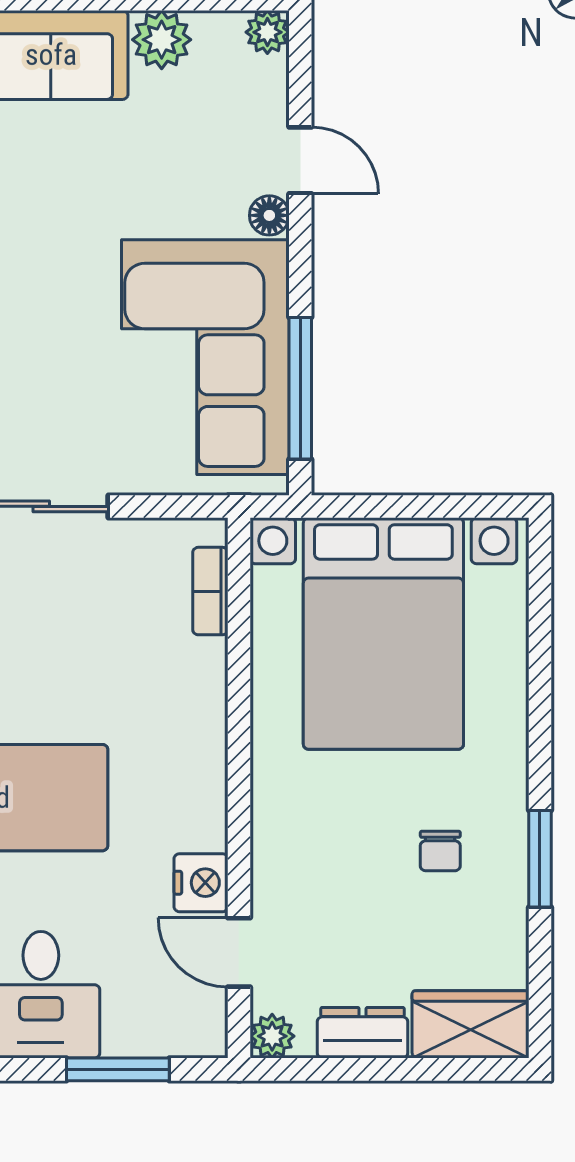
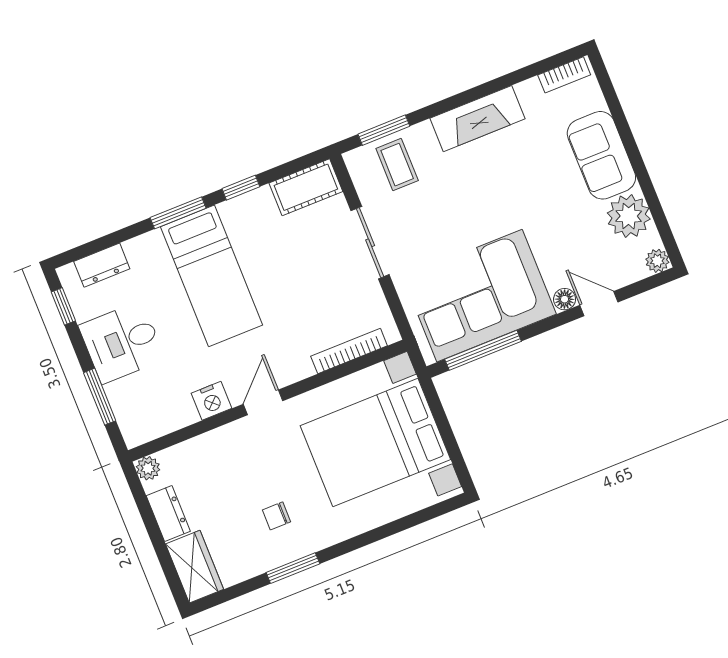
plant: (162, 40) -> (629, 216), width x1.36, depth x1.36
door: (300, 160) -> (599, 304), swing flipped
bookcase: (210, 591) -> (349, 351), width x1.56
door: (239, 952) -> (263, 402), moved

